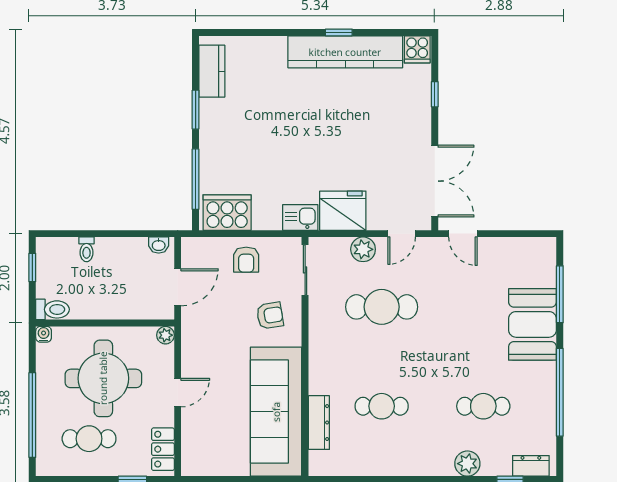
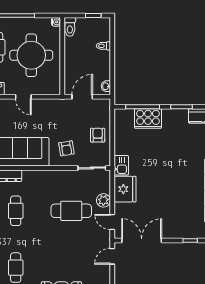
double door: (435, 181) -> (142, 240), swing flipped
cooker: (227, 213) -> (148, 119), moved, turned 90
armchair: (246, 260) -> (98, 135), turned 90
door: (178, 287) -> (82, 97), swing flipped
cafe table: (382, 307) -> (71, 211), turned 90
plant: (165, 335) -> (55, 90), removed

